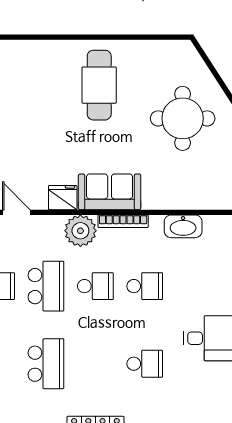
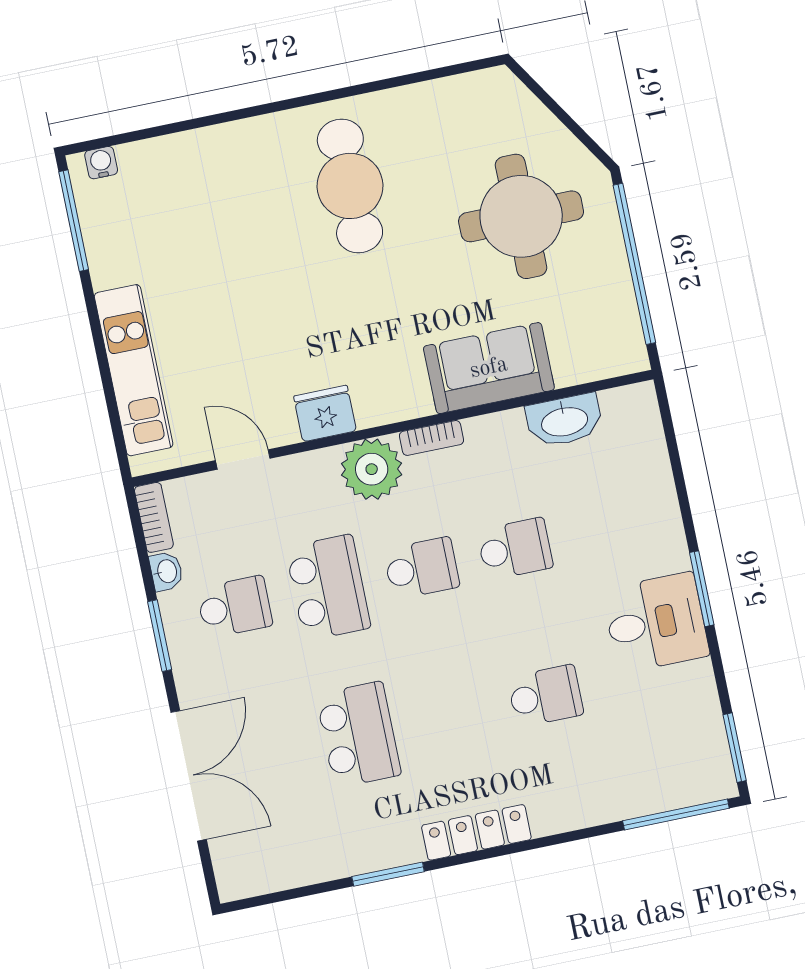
sofa: (110, 192) -> (489, 368), moved
bookcase: (123, 221) -> (431, 438), width x0.64

